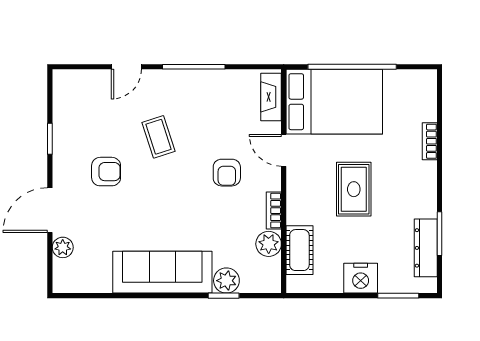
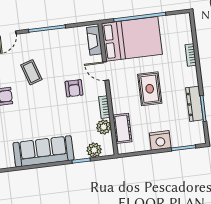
dresser: (426, 248) -> (194, 104), moved
plant: (226, 281) -> (94, 150), moved

